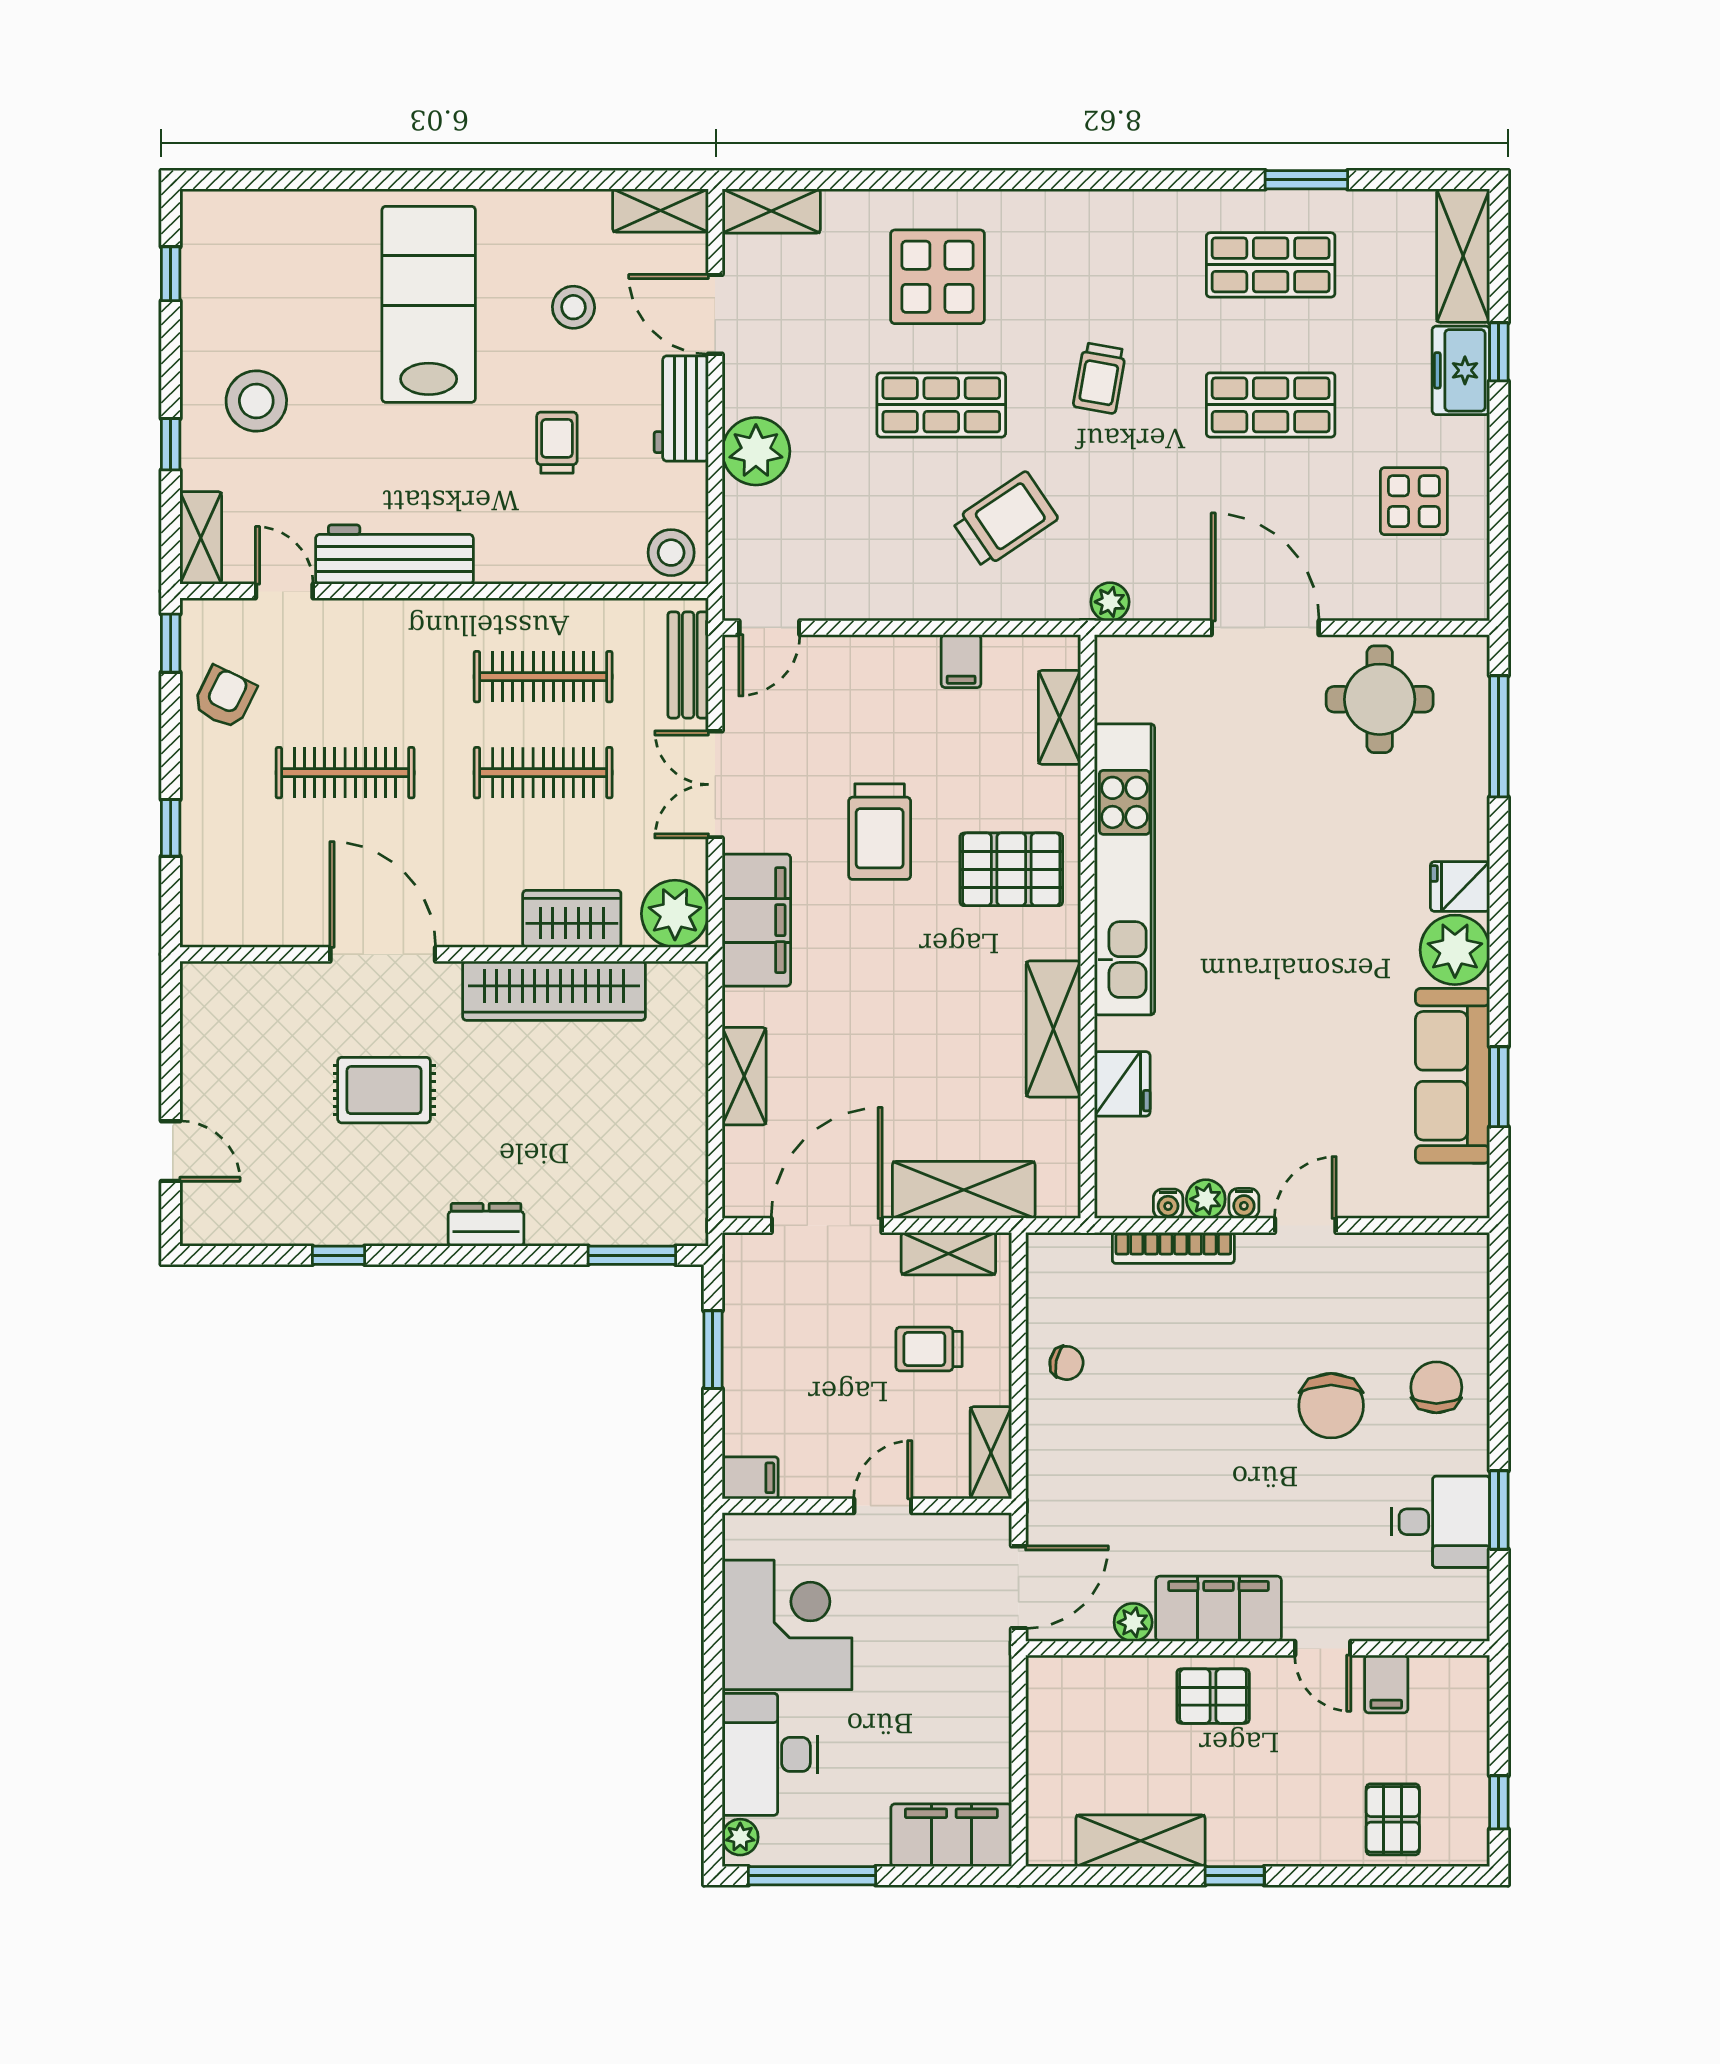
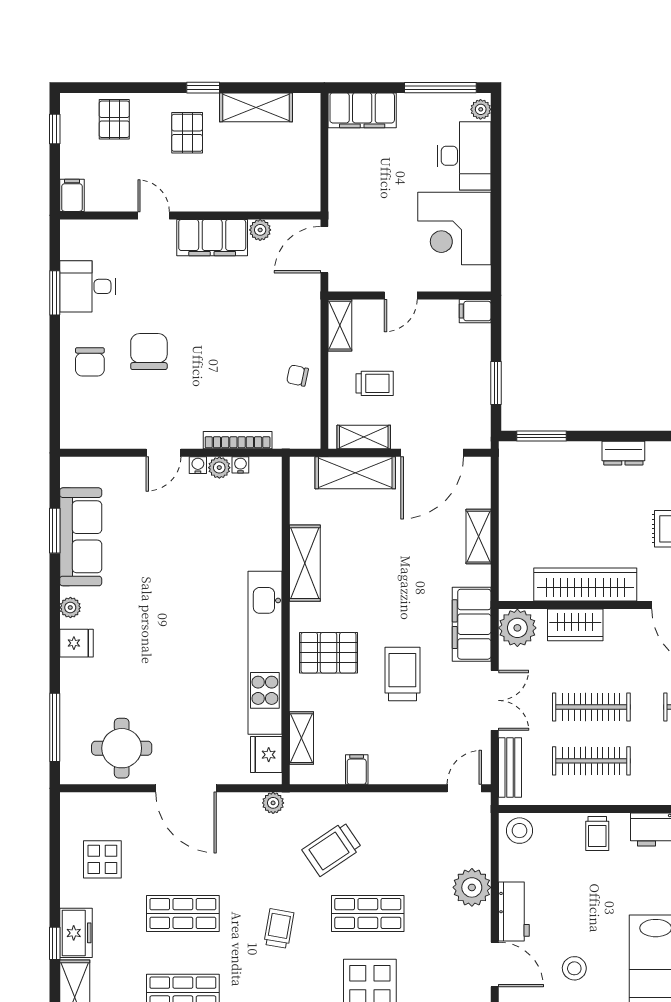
trolley: (557, 443) -> (597, 834), moved
plant: (1455, 950) -> (70, 608), width x0.53, depth x0.53
fridge: (1122, 1084) -> (266, 755), moved
filing cabinet: (1386, 1684) -> (72, 195), moved
pallet: (1213, 1696) -> (187, 133), moved, turned 90

